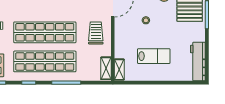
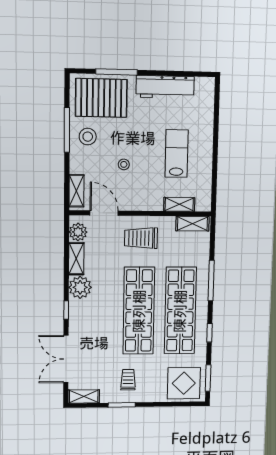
workbench: (198, 62) -> (165, 87), moved
shelving: (119, 70) -> (179, 204), moved

